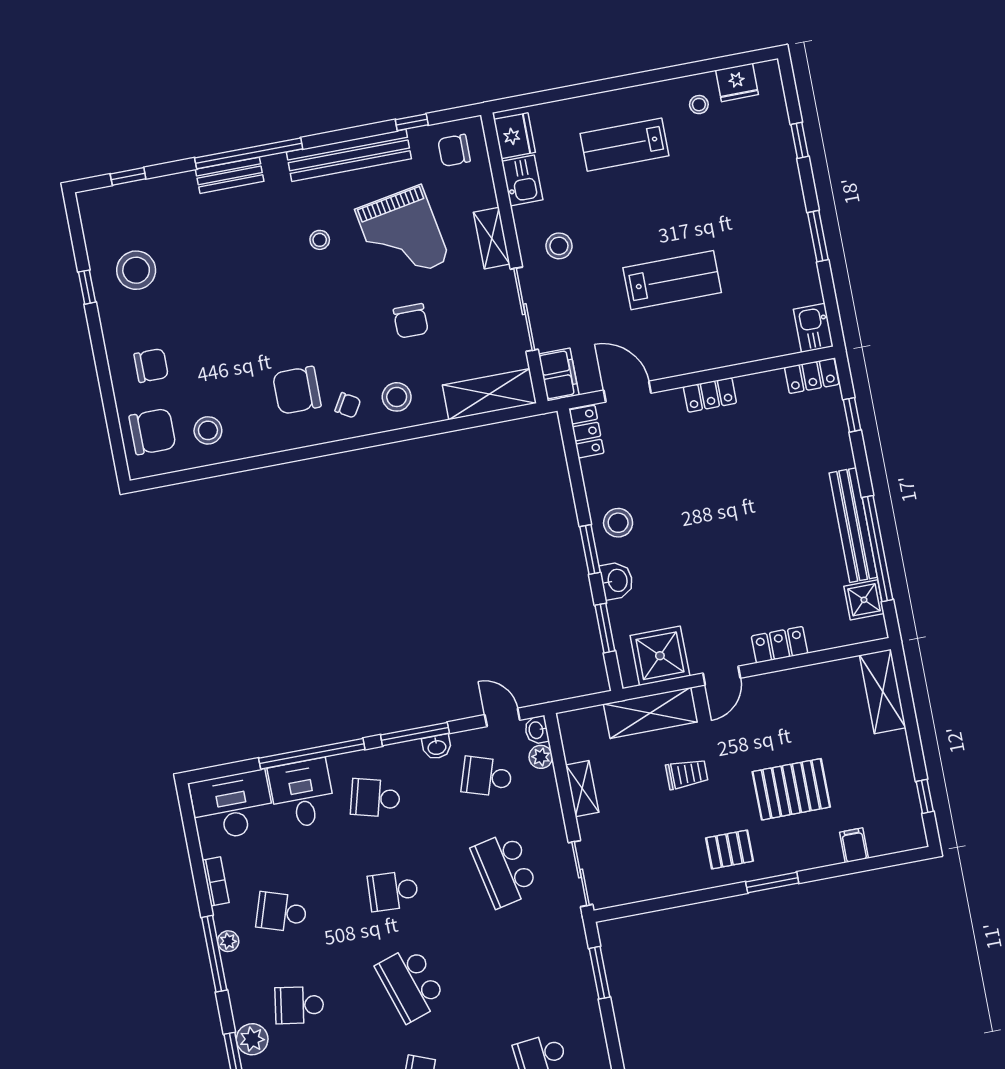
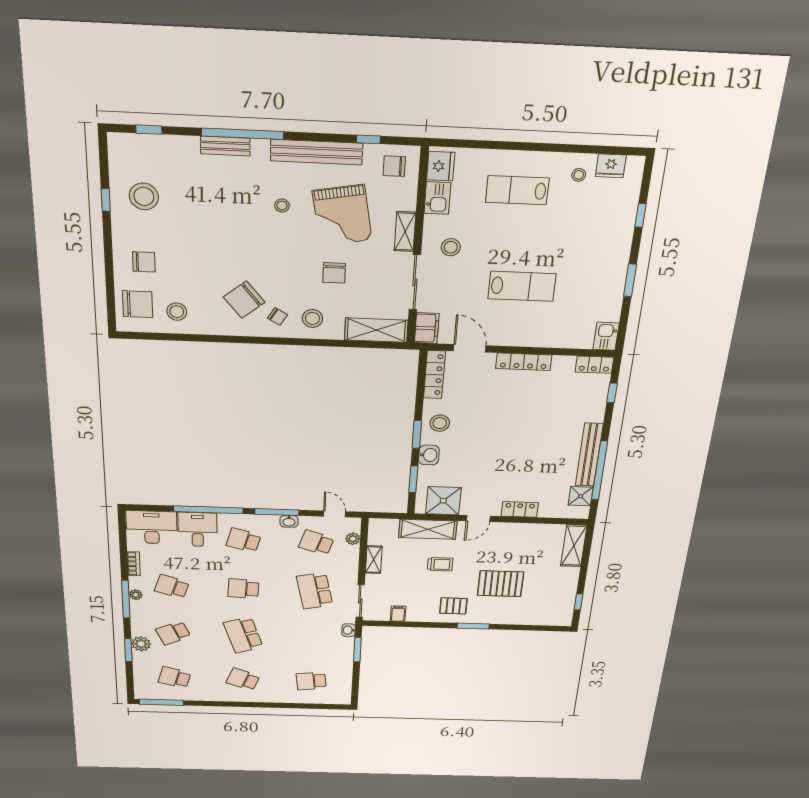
chair: (297, 390) -> (244, 300), turned -39
locker: (710, 395) -> (524, 362), width x1.53
locker: (587, 432) -> (434, 375), width x1.53
washbasin: (537, 730) -> (348, 630), moved
filing cabinet: (854, 845) -> (398, 614), moved
school desk: (299, 1005) -> (173, 633), turned -33

